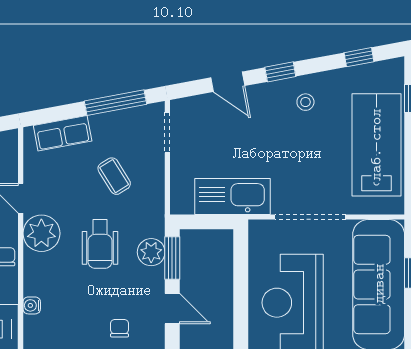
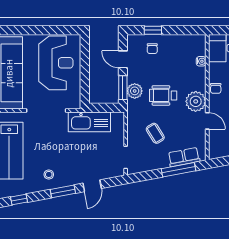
window: (280, 72) -> (63, 191), width x1.50
door: (228, 82) -> (92, 186), swing flipped
window: (116, 103) -> (179, 170), moved
wheelchair: (100, 244) -> (163, 95), turned -90

